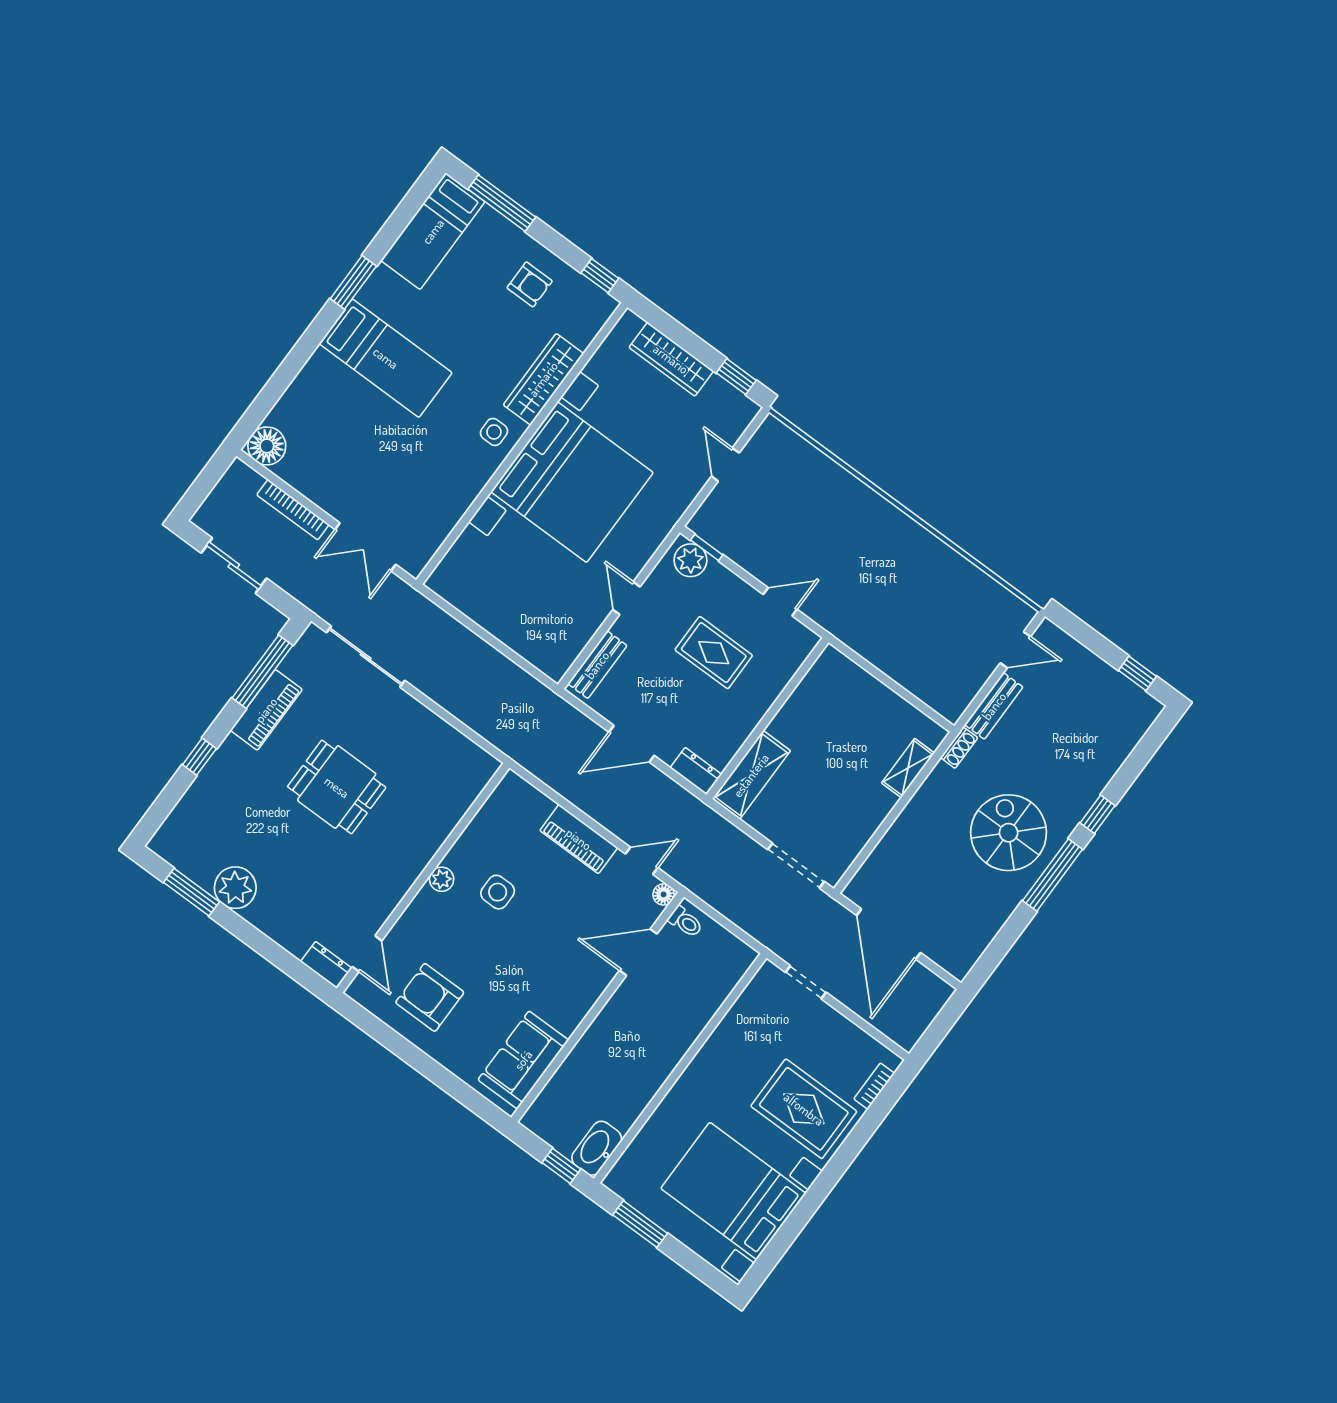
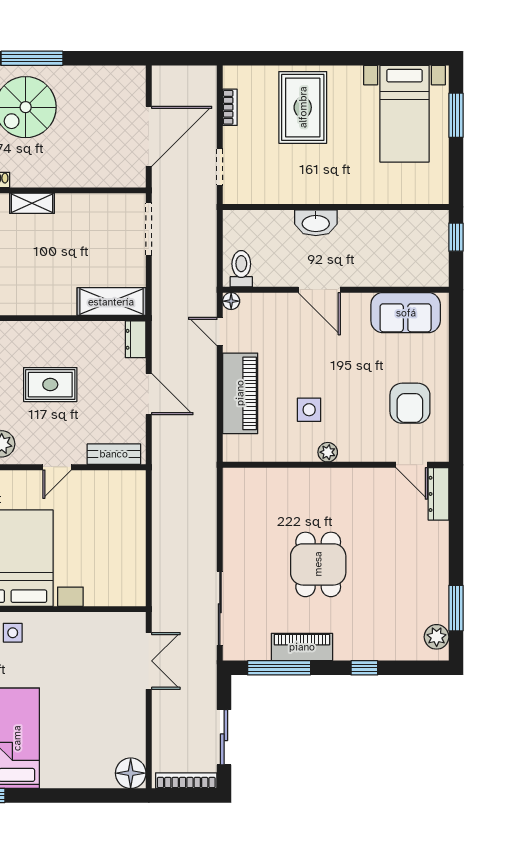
bookcase: (293, 510) -> (186, 781), moved, turned -90
rug: (714, 653) -> (50, 385), turned 90
piano: (579, 839) -> (240, 393), width x1.37, depth x1.33
plant: (235, 888) -> (437, 637), moved, width x0.73, depth x0.73
toilet: (685, 922) -> (241, 269), width x1.37, depth x1.39
door: (638, 952) -> (319, 290), moved
door: (367, 954) -> (412, 465), swing flipped
dresser: (326, 965) -> (439, 494), width x1.44
bookcase: (874, 1086) -> (230, 107), moved, turned -90
washbasin: (597, 1148) -> (316, 223), moved
bed with nightstands: (733, 1191) -> (405, 114), width x0.73
window: (640, 1224) -> (456, 115), moved

